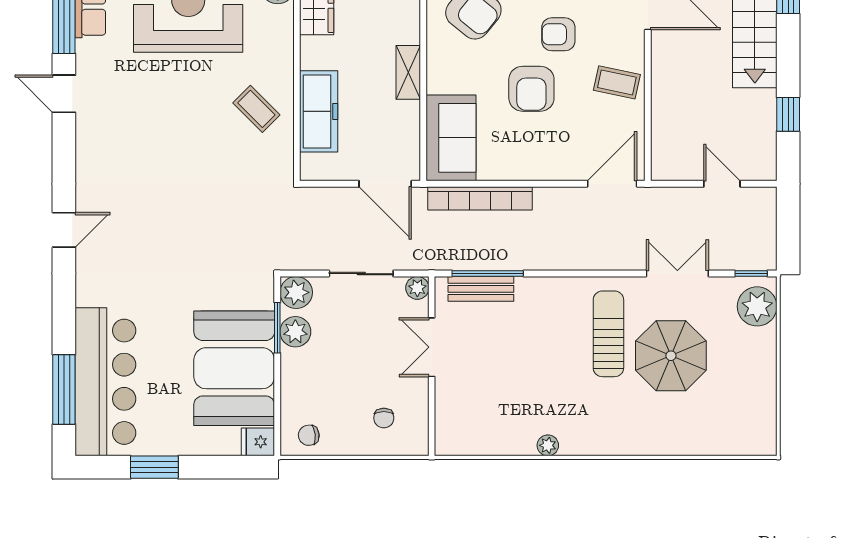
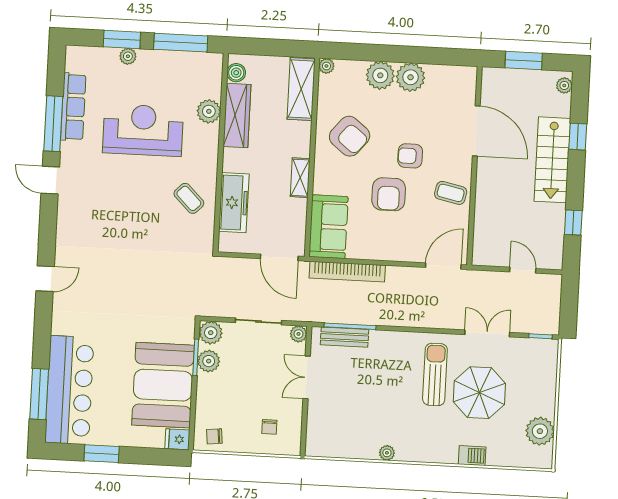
plant: (757, 306) -> (540, 431), moved
barbecue: (666, 443) -> (472, 456), added

